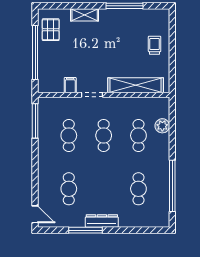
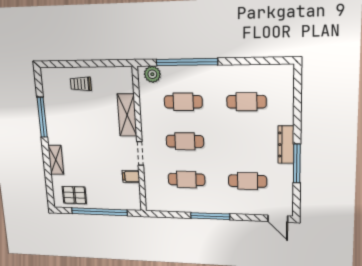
shelving: (136, 85) -> (127, 115), width x0.68
window: (35, 121) -> (210, 216), moved
plant: (162, 126) -> (152, 74), moved
window: (172, 186) -> (187, 62), moved
door: (35, 214) -> (278, 219), swing flipped

